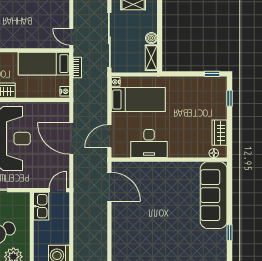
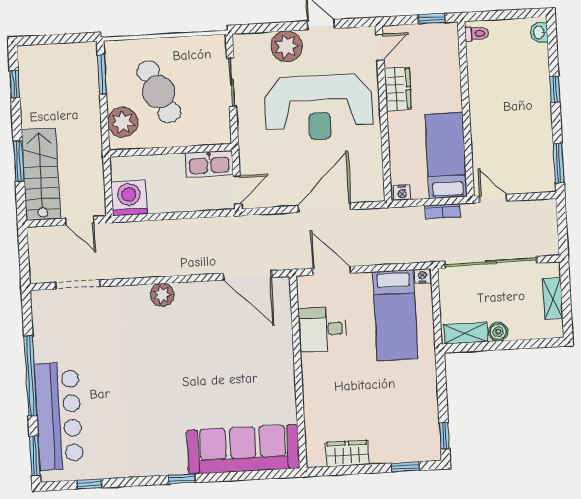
door: (71, 37) -> (493, 199), hinge flipped
desk: (149, 144) -> (322, 329), width x0.73
floor lamp: (214, 153) -> (313, 446), removed
door: (109, 187) -> (248, 275), hinge flipped
door: (58, 190) -> (237, 190), hinge flipped
plant: (118, 239) -> (162, 295), added

